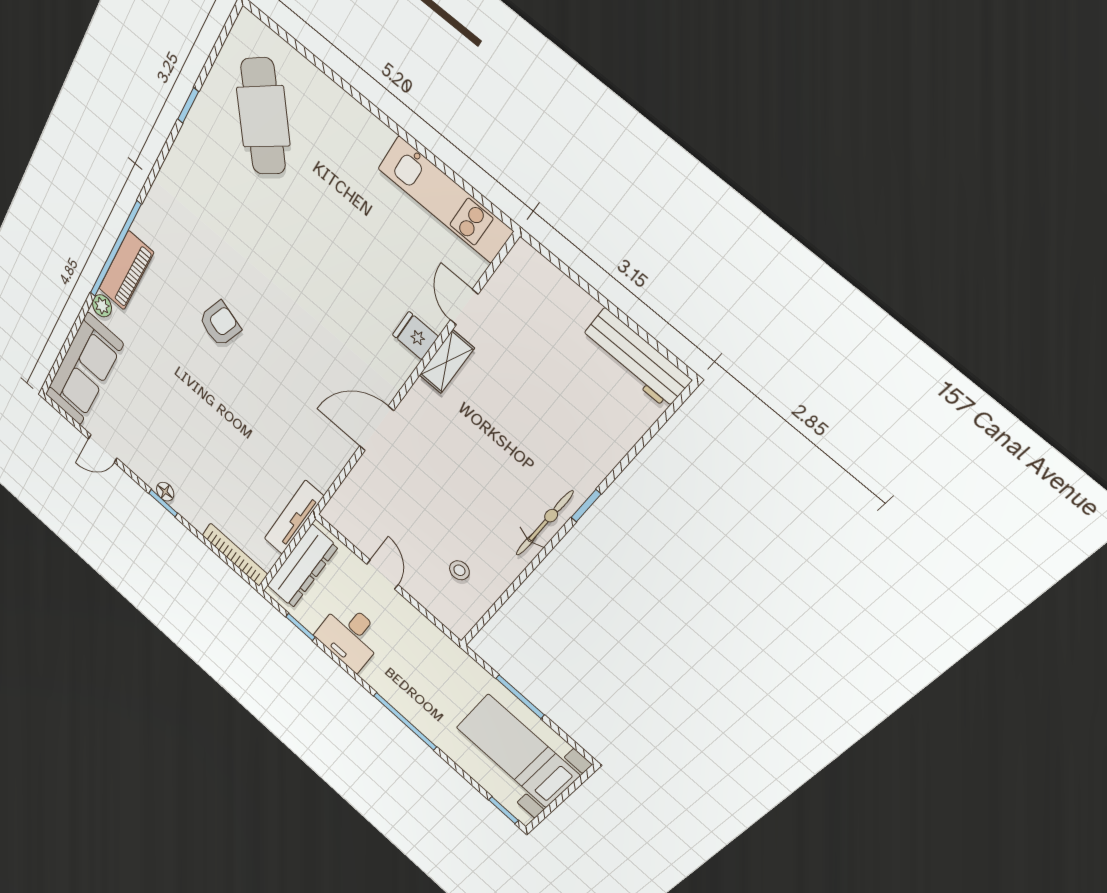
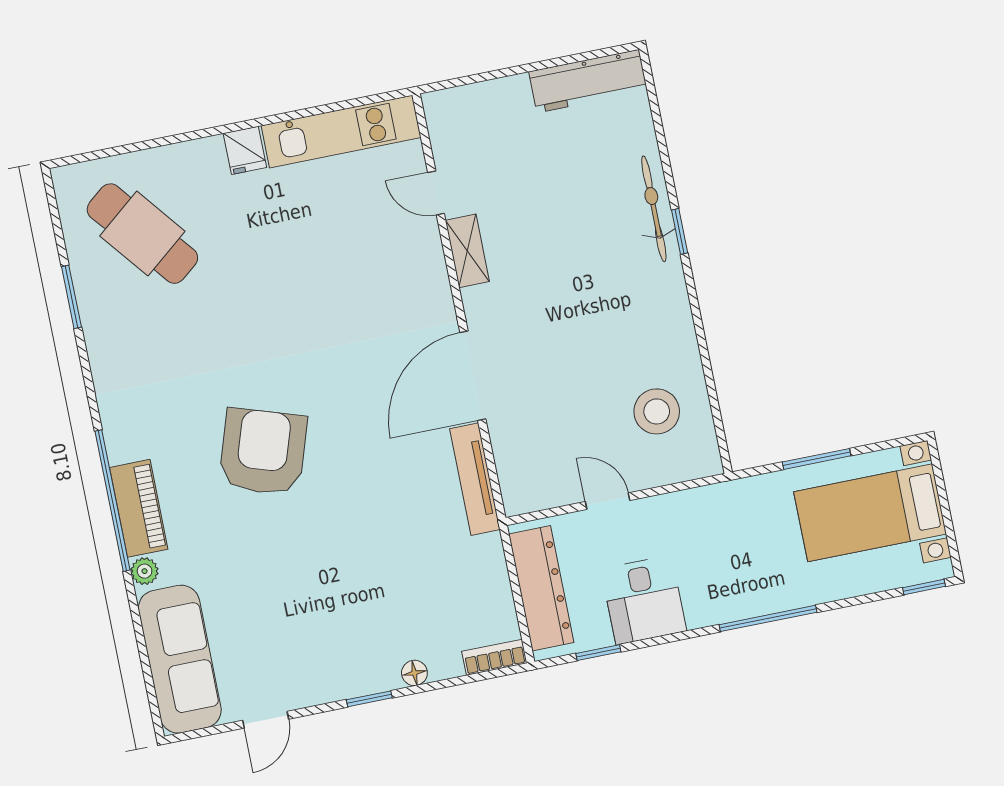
window: (188, 105) -> (71, 297), width x1.50
armchair: (220, 324) -> (263, 452), width x1.88, depth x1.88
fridge: (415, 336) -> (245, 150), moved, turned -90
door: (377, 429) -> (473, 376), width x1.36
floor lamp: (165, 492) -> (414, 673), moved
tv unit: (294, 518) -> (475, 479), moved
bicycle: (544, 523) -> (654, 209), moved
bookcase: (235, 555) -> (494, 657), width x0.64
stool: (459, 570) -> (657, 411), width x1.89, depth x1.89

